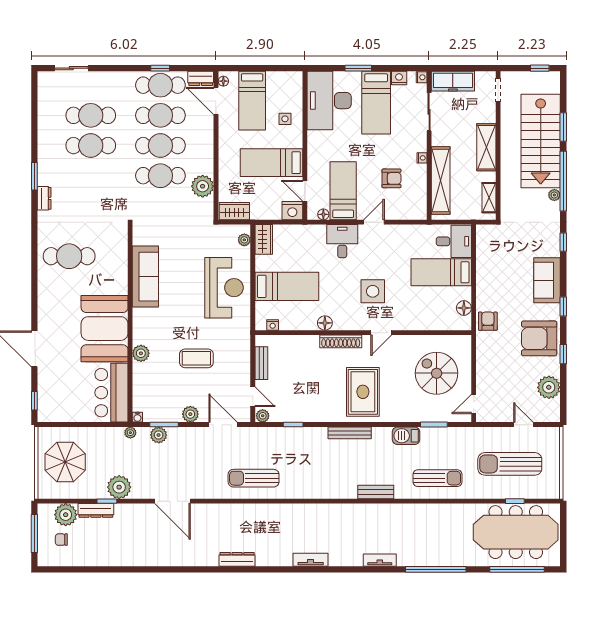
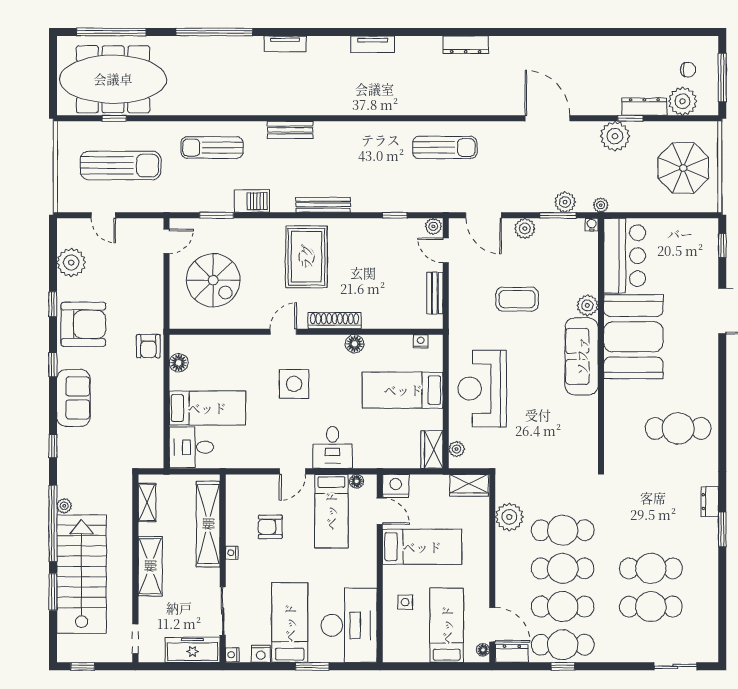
sofa: (145, 277) -> (582, 356), moved

